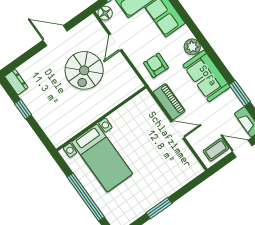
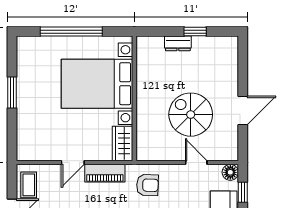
dresser: (16, 82) -> (178, 43), moved
wardrobe: (139, 104) -> (123, 143), added
bed with nightstands: (102, 158) -> (97, 84), width x1.36

